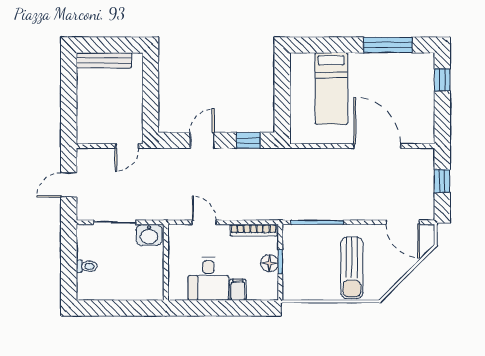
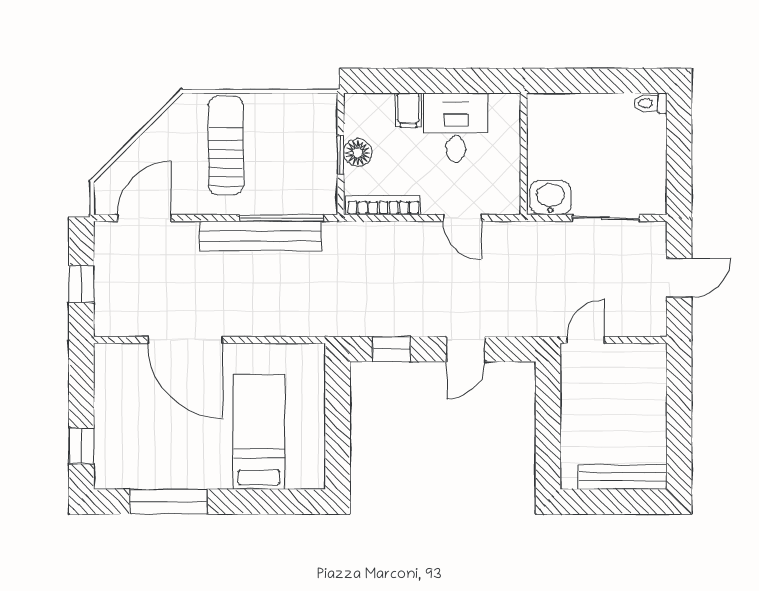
bench: (330, 211) -> (260, 236), added
door: (403, 222) -> (144, 218), hinge flipped
toilet: (87, 266) -> (650, 103), moved

